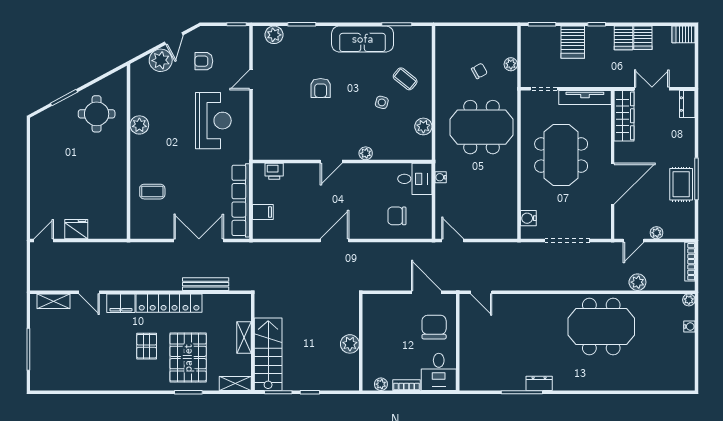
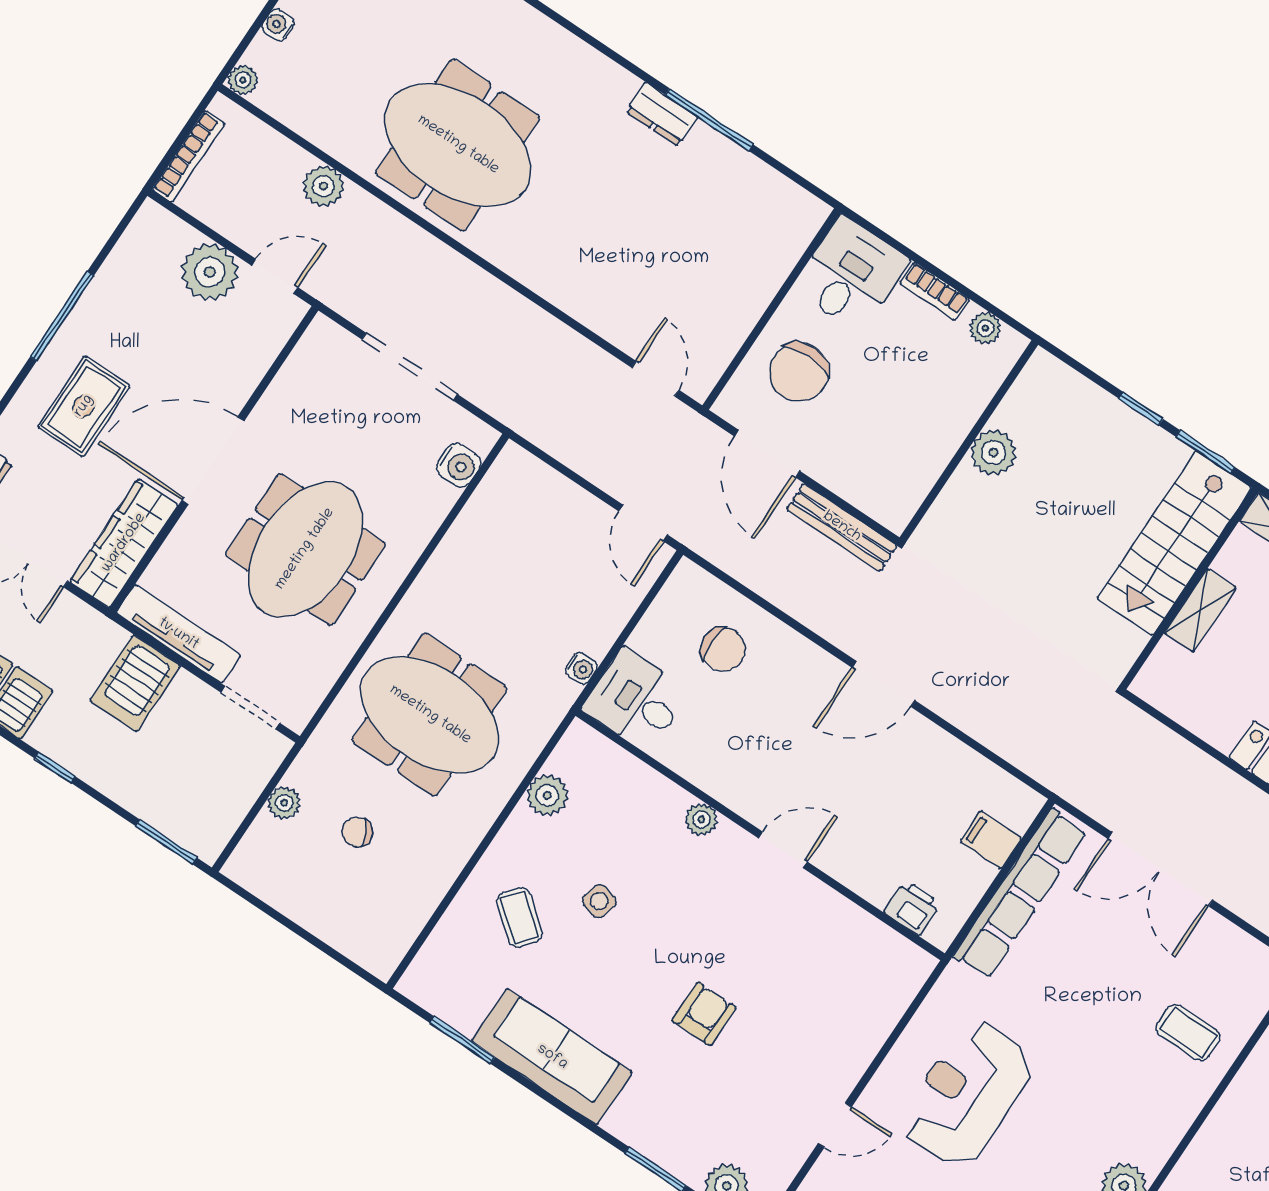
server rack: (573, 42) -> (135, 683), moved, turned 180
door: (613, 184) -> (213, 461), moved
rug: (681, 184) -> (84, 406), moved
plant: (656, 233) -> (210, 272), width x1.88, depth x1.88
bench: (206, 284) -> (842, 527), moved

